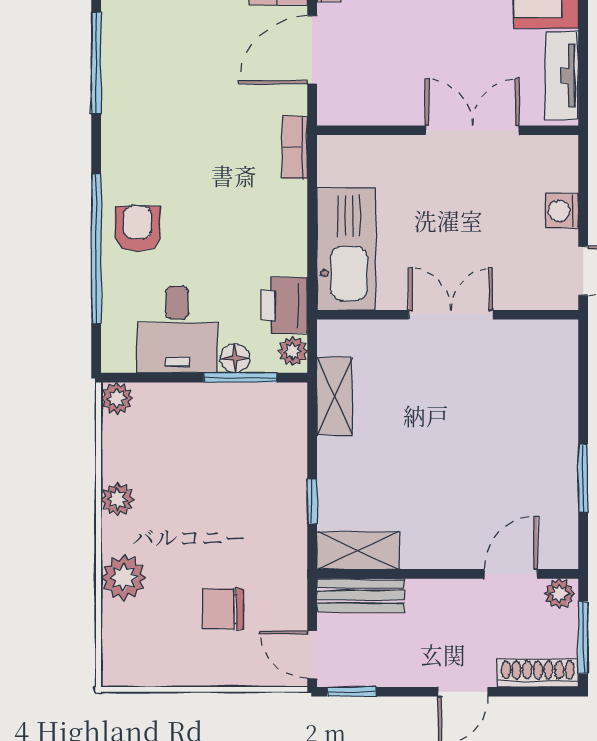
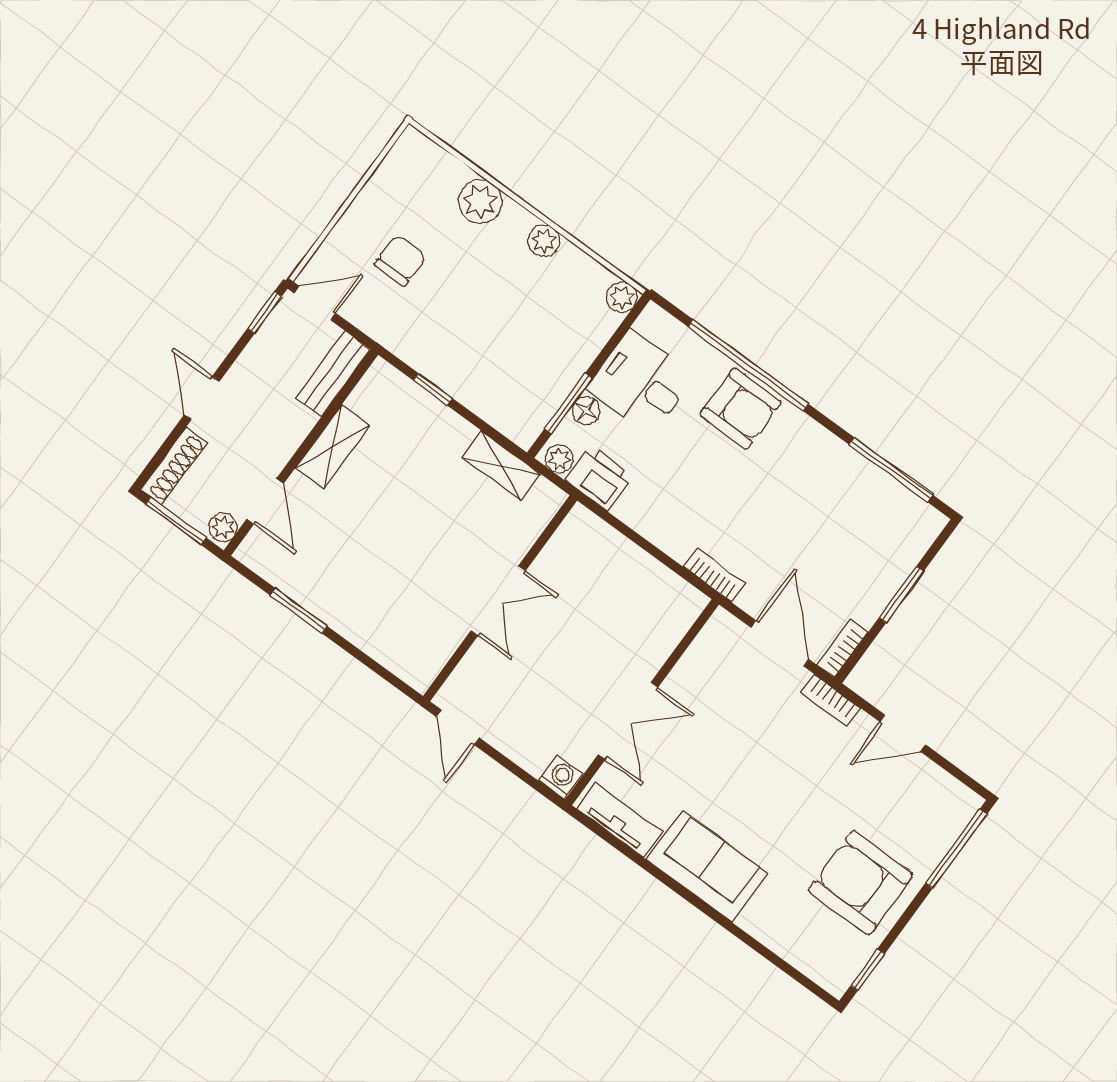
washing machine: (562, 211) -> (561, 777), moved
armchair: (138, 229) -> (741, 409), width x1.38, depth x1.38
kitchen sink: (346, 249) -> (608, 558), removed
shelving: (358, 551) -> (333, 447), moved

